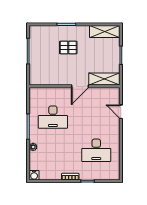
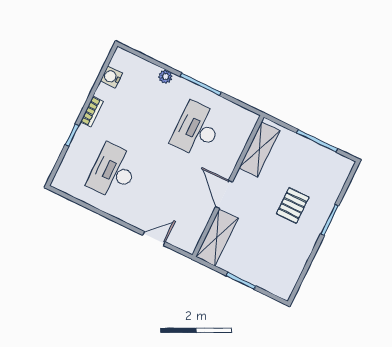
shelving: (105, 32) -> (259, 149), moved
water cooler: (34, 175) -> (111, 77), moved

